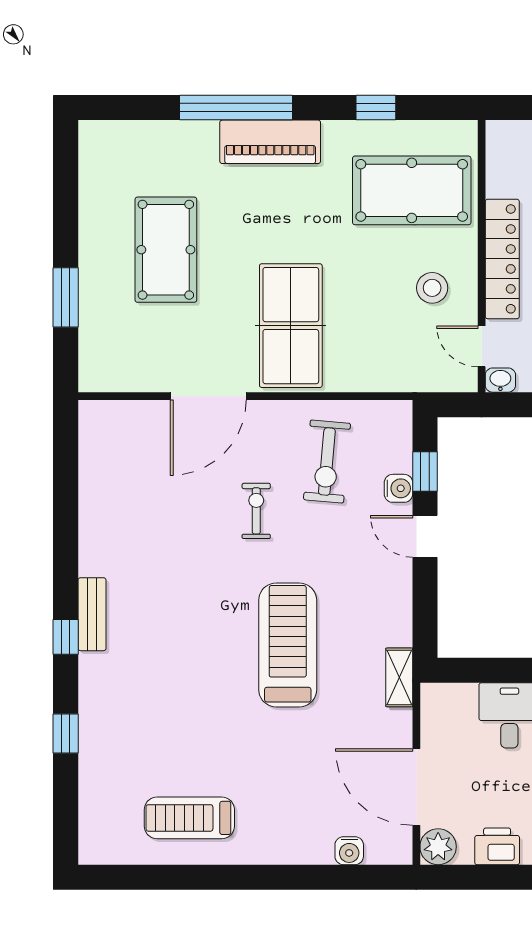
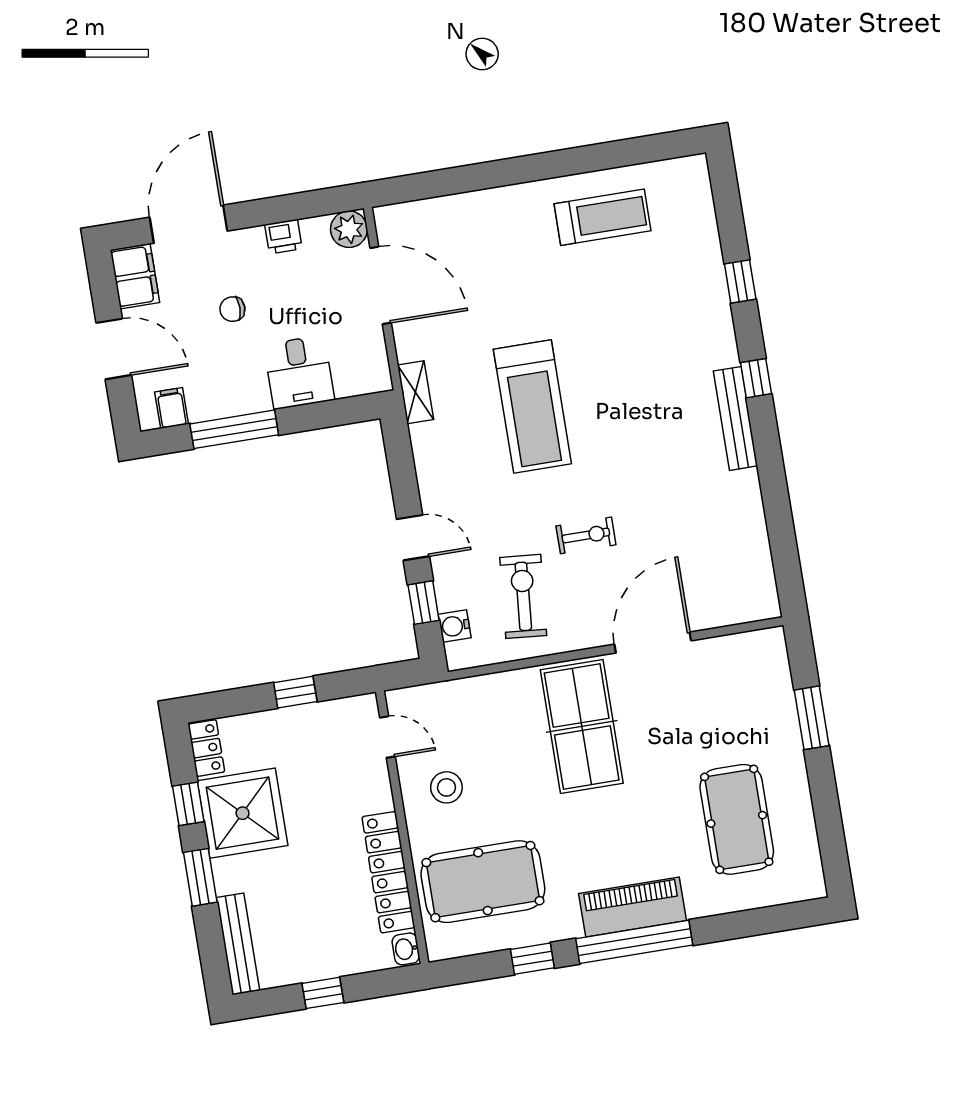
window: (236, 108) -> (634, 942), moved
pool table: (166, 250) -> (737, 819), moved
locker: (502, 259) -> (388, 872), moved
washbasin: (500, 380) -> (406, 949), moved, turned 90
water cooler: (398, 488) -> (455, 626), moved
exercise bike: (256, 511) -> (586, 535), turned -90
bench: (92, 614) -> (736, 418), width x1.36
printer: (497, 846) -> (283, 237), width x0.73, depth x0.81
water cooler: (349, 851) -> (437, 211), removed

